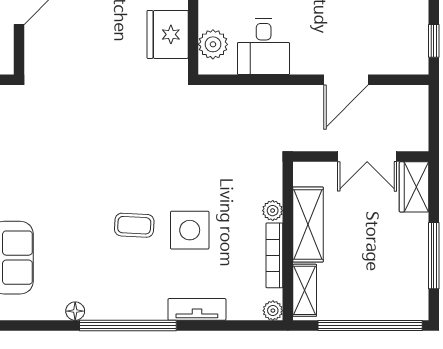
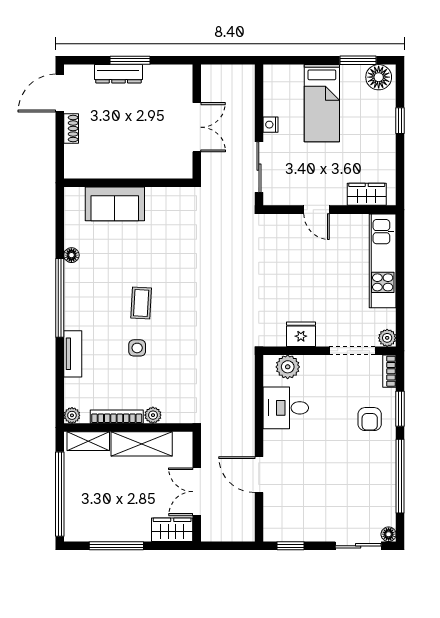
fridge: (168, 34) -> (301, 334), width x0.73, depth x0.75
side table: (190, 230) -> (137, 348), width x0.54, depth x0.54

